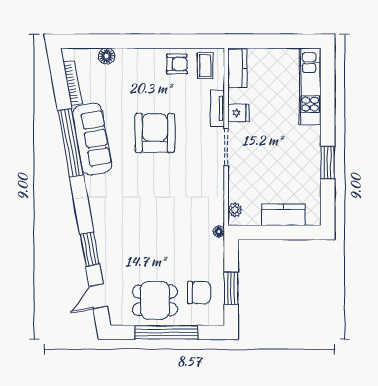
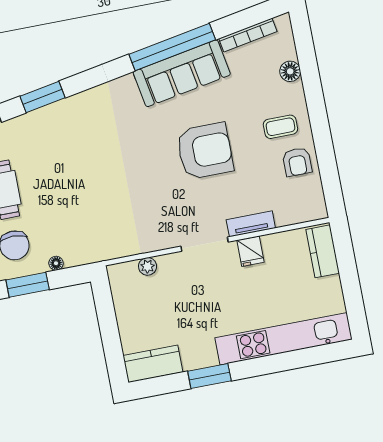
coffee table: (205, 66) -> (280, 127), moved
kitchen counter: (237, 68) -> (323, 251), moved, turned 90
kitchen unit: (310, 86) -> (284, 339), width x1.36
plant: (235, 210) -> (148, 266), moved
kitchen counter: (284, 215) -> (153, 364), moved, turned -90
floor lamp: (219, 232) -> (56, 263), moved

